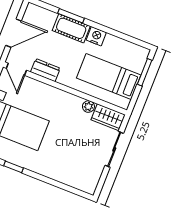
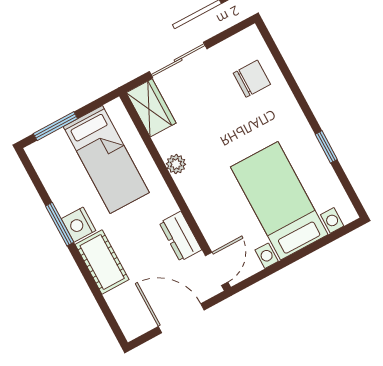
window: (71, 16) -> (60, 224), moved
plant: (88, 107) -> (176, 164), moved
chair: (73, 169) -> (252, 79), added

